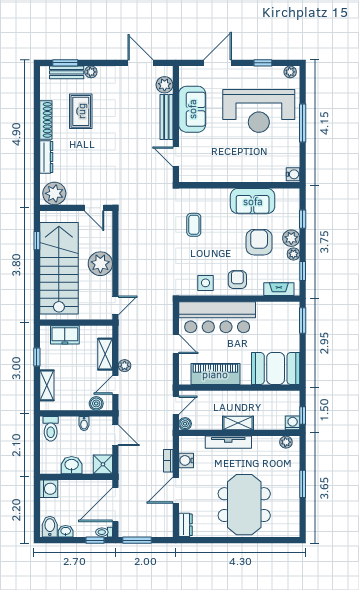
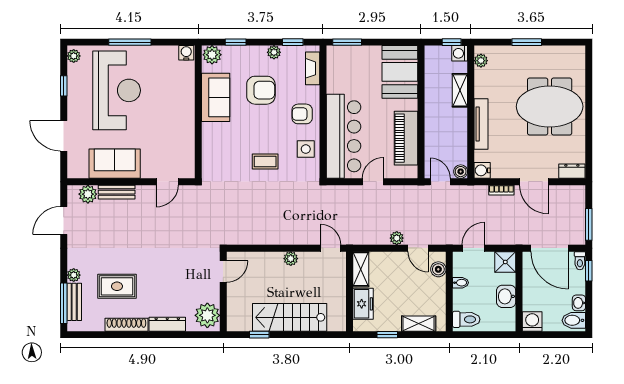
window: (65, 63) -> (64, 303), width x1.44
bench: (166, 117) -> (117, 192), width x0.73
coffee table: (194, 225) -> (265, 161), moved
plant: (291, 238) -> (212, 55), moved
armchair: (259, 242) -> (261, 90), turned 180
plant: (100, 264) -> (291, 259), width x0.53, depth x0.53
stairs: (59, 268) -> (290, 317), width x0.73, depth x0.66
shelving: (105, 354) -> (361, 269), moved, turned 90
shelving: (238, 423) -> (460, 90), moved
water cooler: (186, 460) -> (482, 170), moved, turned 90

